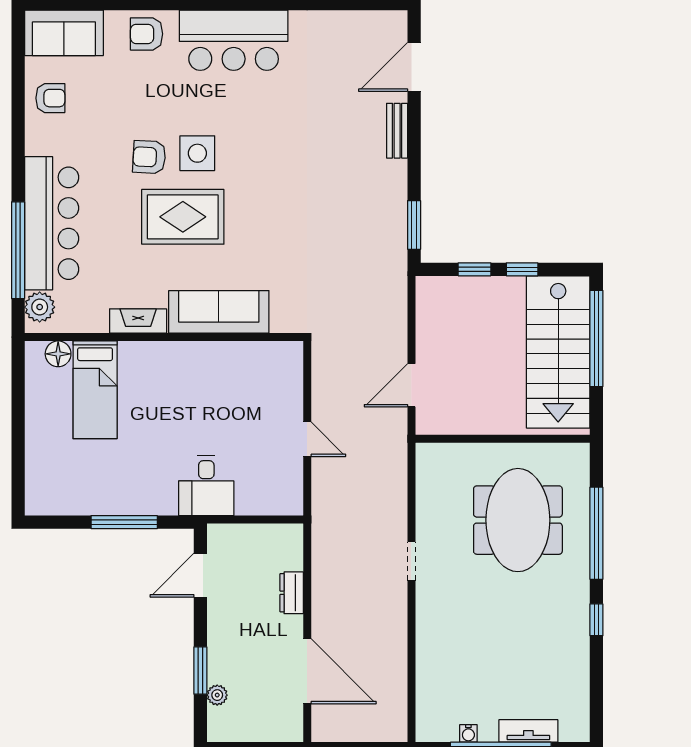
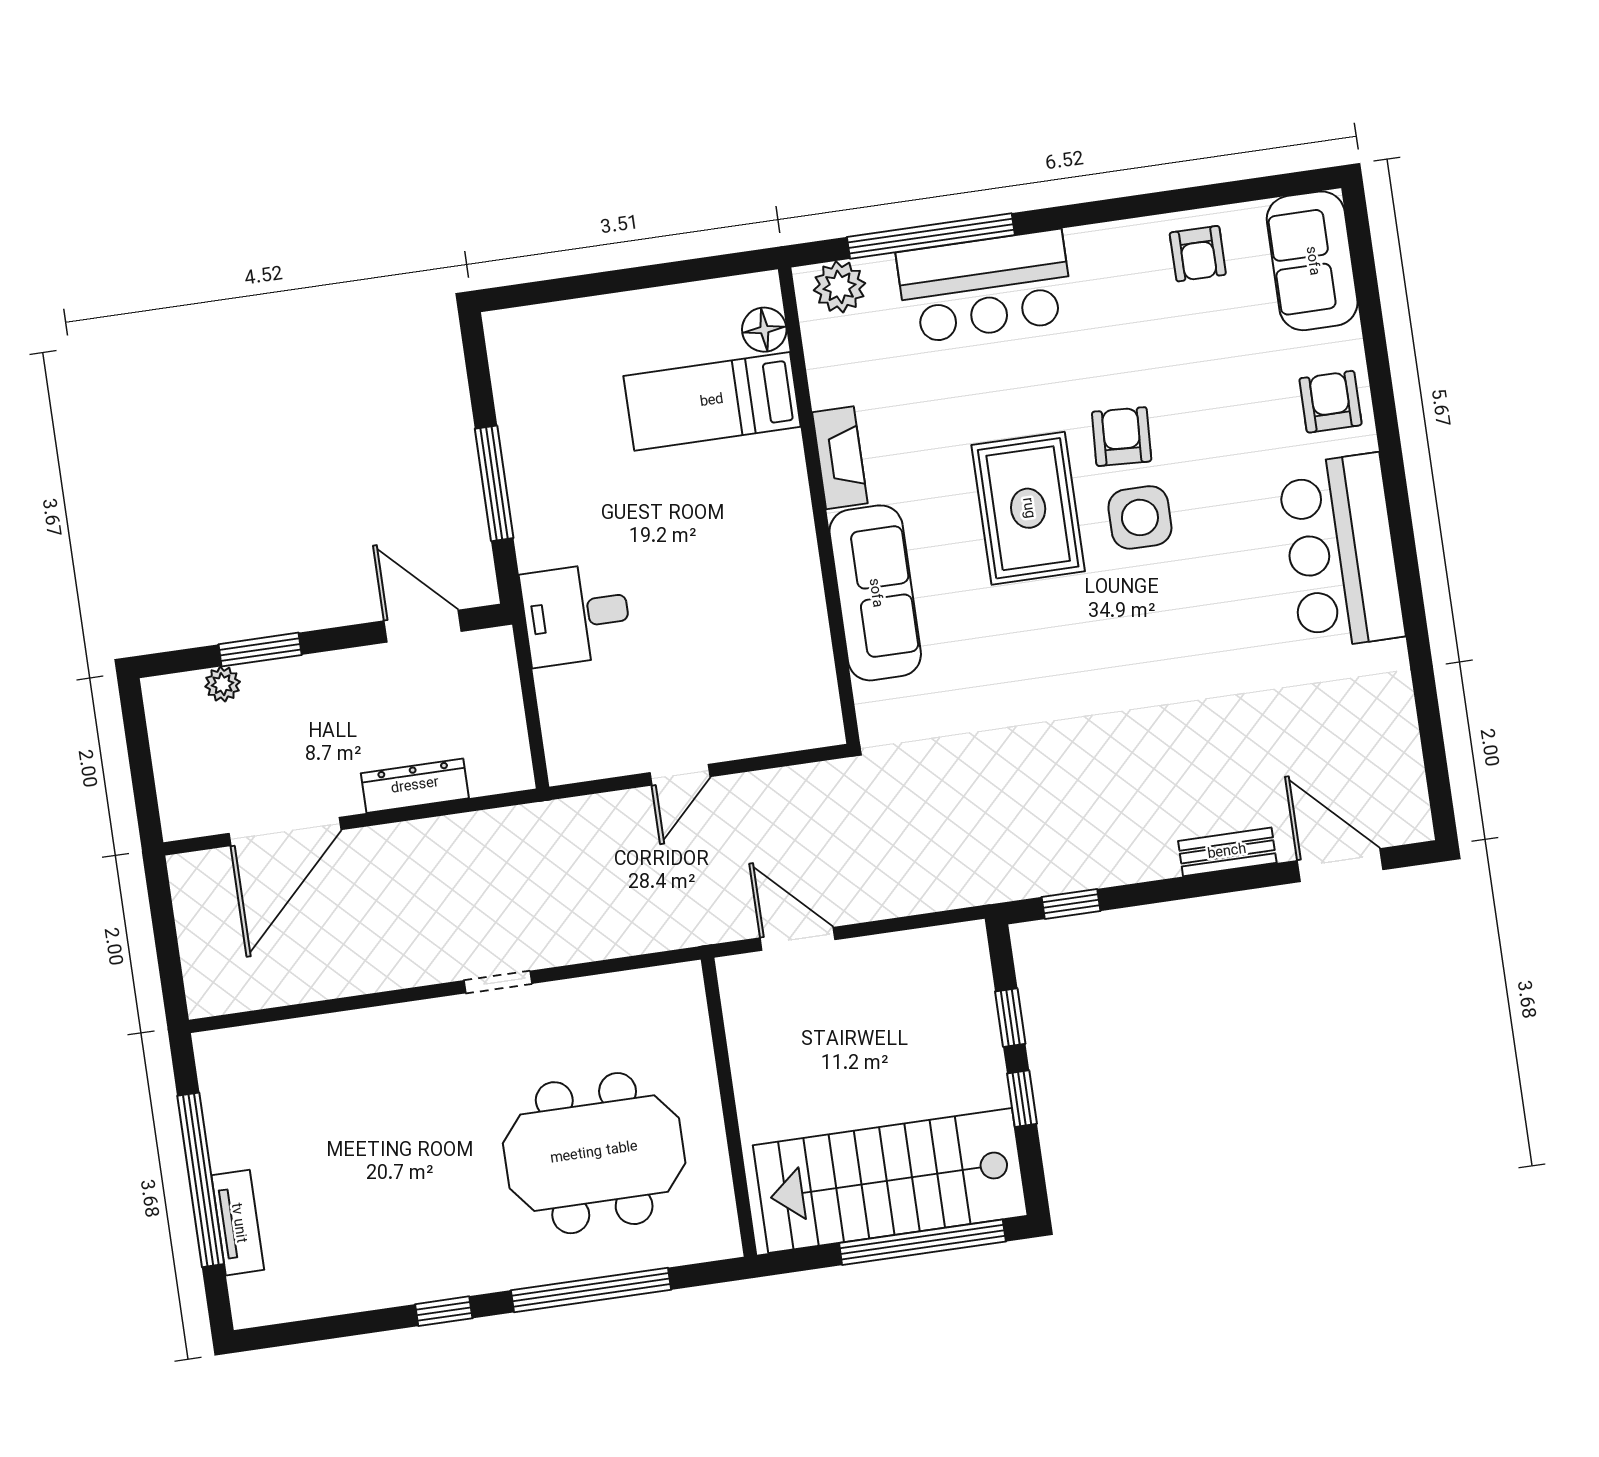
bar counter: (52, 223) -> (985, 287), width x0.73
window: (414, 225) -> (1071, 904), width x0.67
dresser: (292, 593) -> (415, 786), width x1.44
water cooler: (468, 733) -> (219, 1121), removed

